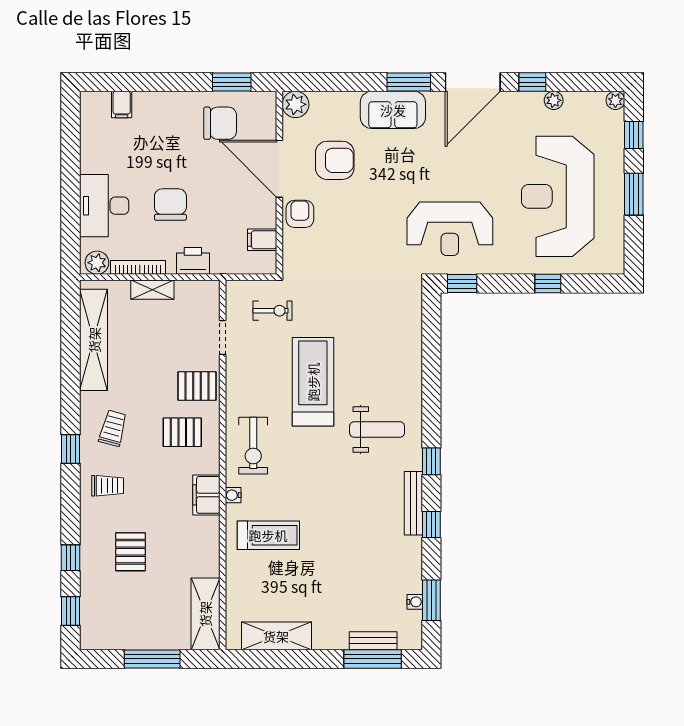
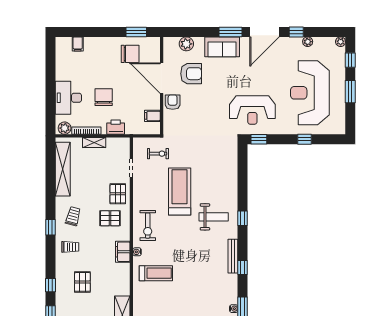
plant: (295, 104) -> (186, 44), moved
pallet: (197, 386) -> (118, 194), turned 90
window: (431, 461) -> (243, 218), moved

